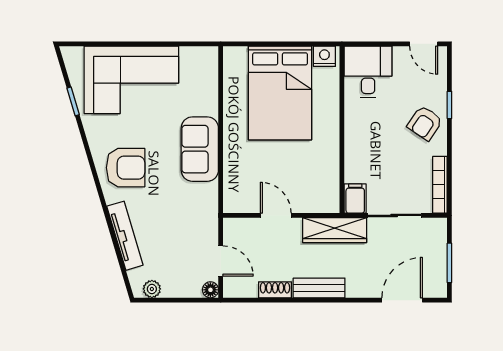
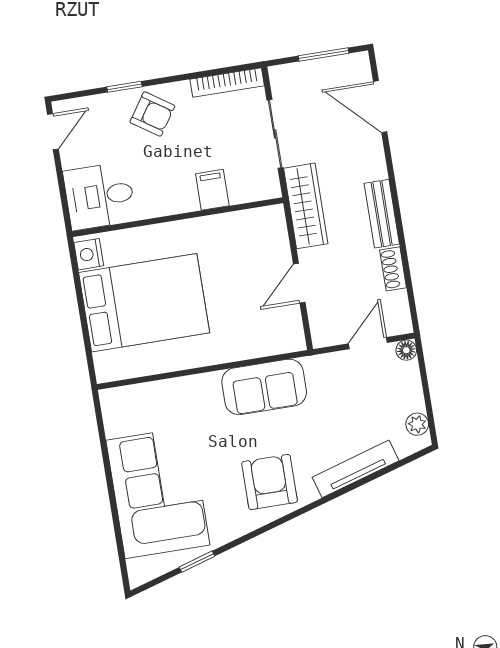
sofa: (200, 149) -> (264, 387), moved
filing cabinet: (355, 199) -> (212, 190), moved, turned 90

